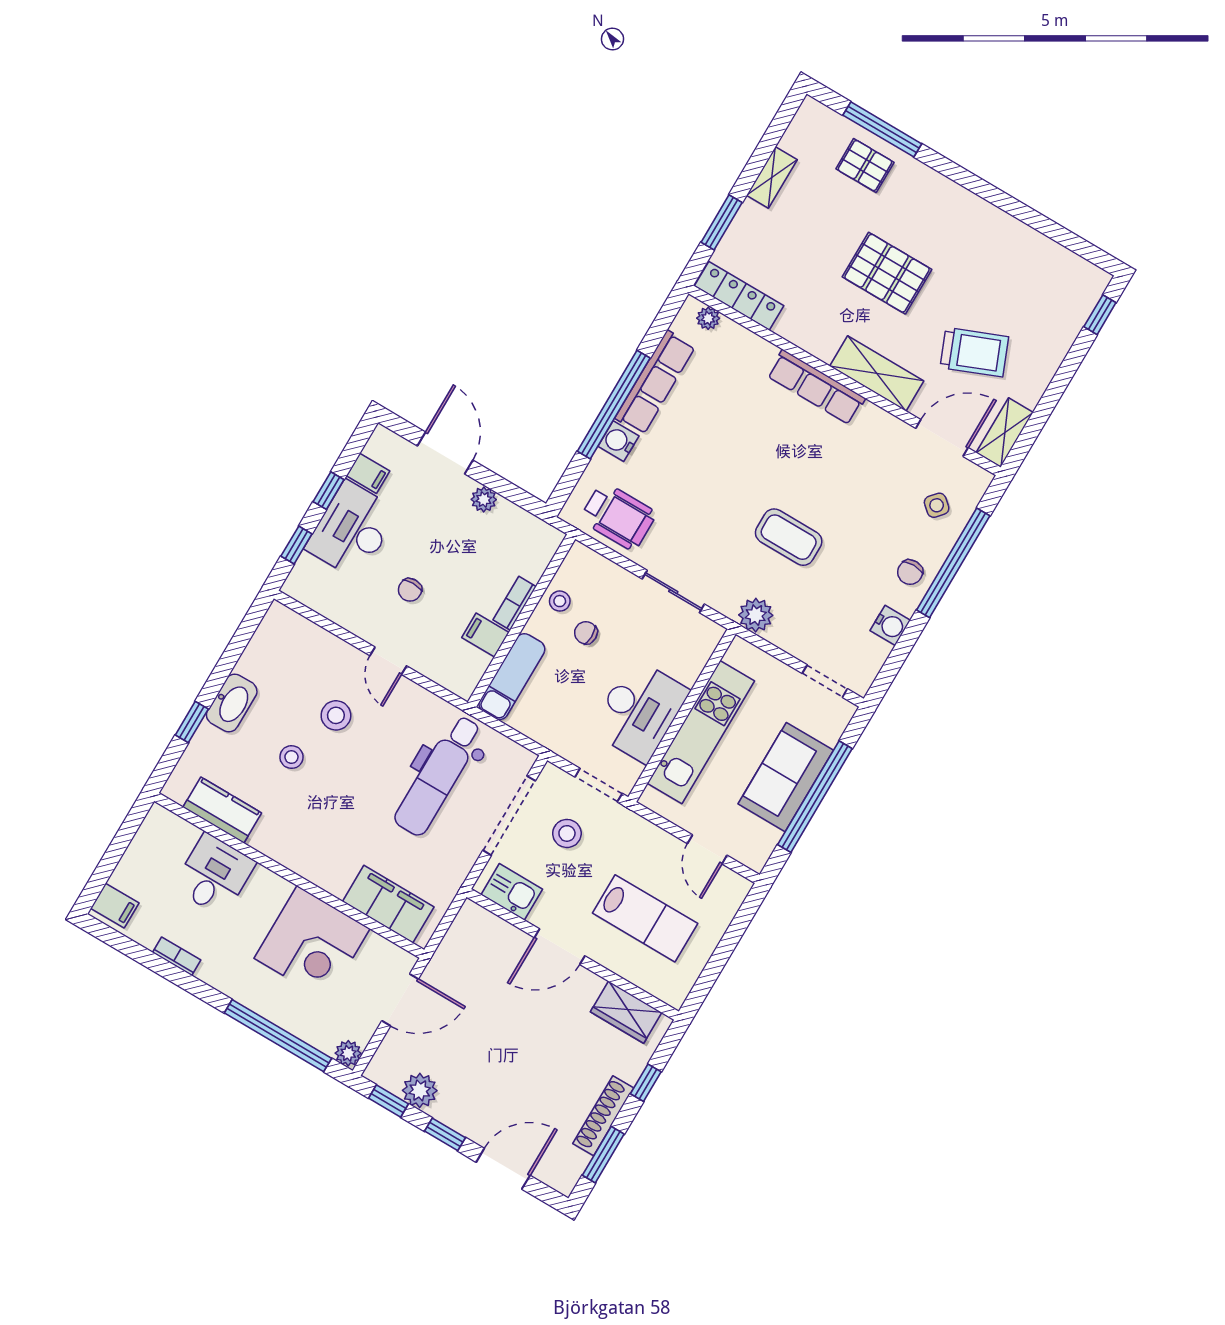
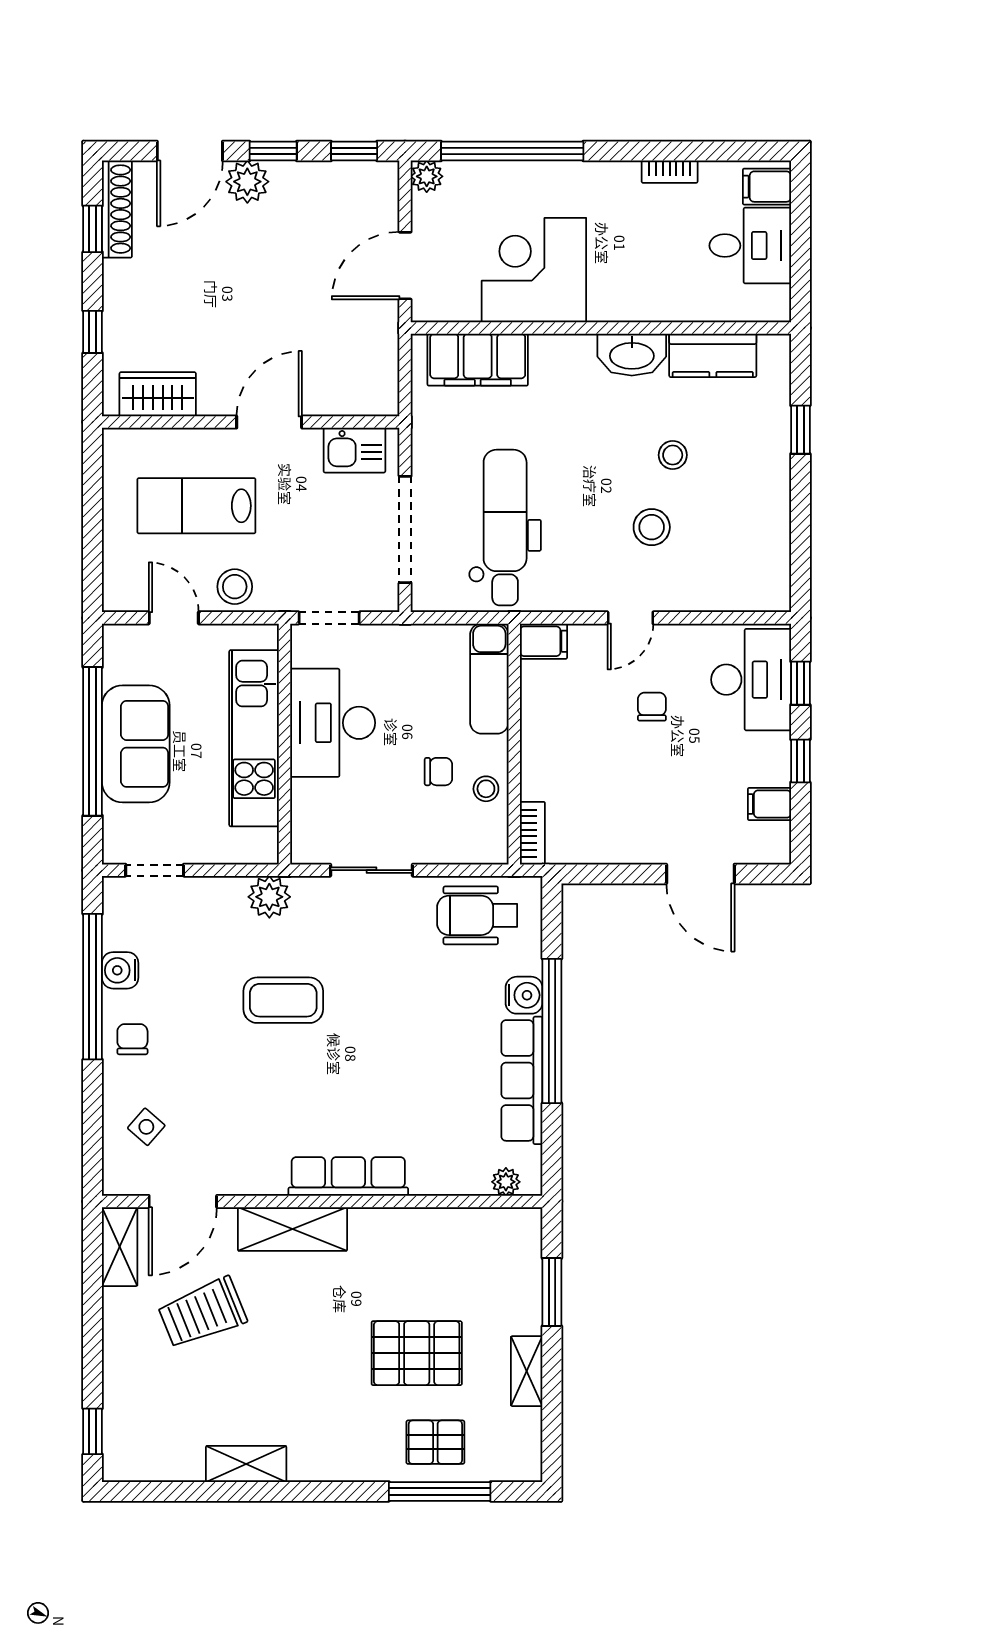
shelving: (1006, 229) -> (246, 1464), added
pallet: (887, 273) -> (417, 1353), moved
locker: (739, 296) -> (487, 1225), removed
plant: (484, 499) -> (630, 849), removed
desk: (352, 530) -> (751, 680), moved
window: (953, 563) -> (93, 987), moved
bookcase: (515, 603) -> (532, 833), moved
filing cabinet: (485, 635) -> (544, 641), moved
door: (388, 661) -> (630, 618), swing flipped
washbasin: (232, 703) -> (632, 355), moved, turned -90
stool: (567, 833) -> (235, 587), moved
desk: (214, 875) -> (750, 246), moved, turned -90
plant: (420, 1091) -> (247, 182), moved
shoe rack: (603, 1116) -> (117, 209), moved
window: (603, 1155) -> (93, 229), width x0.67

